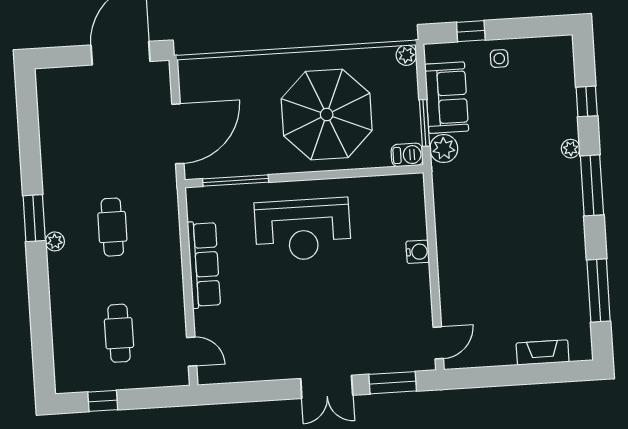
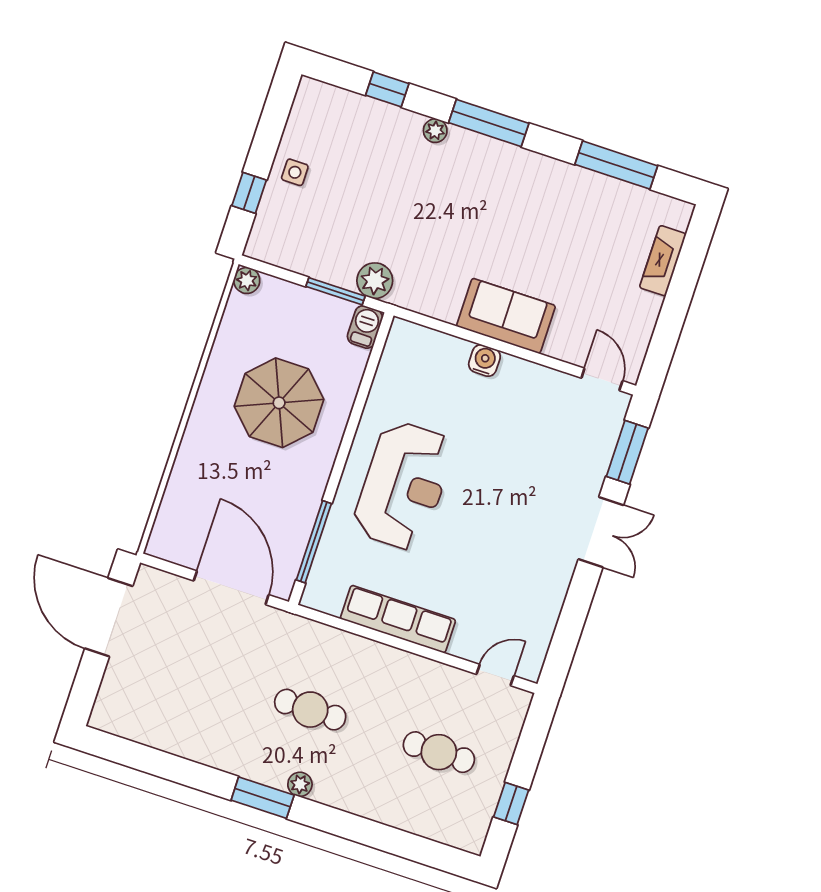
sofa: (447, 98) -> (506, 316), moved
parasol: (327, 114) -> (279, 403), width x0.73, depth x0.73

